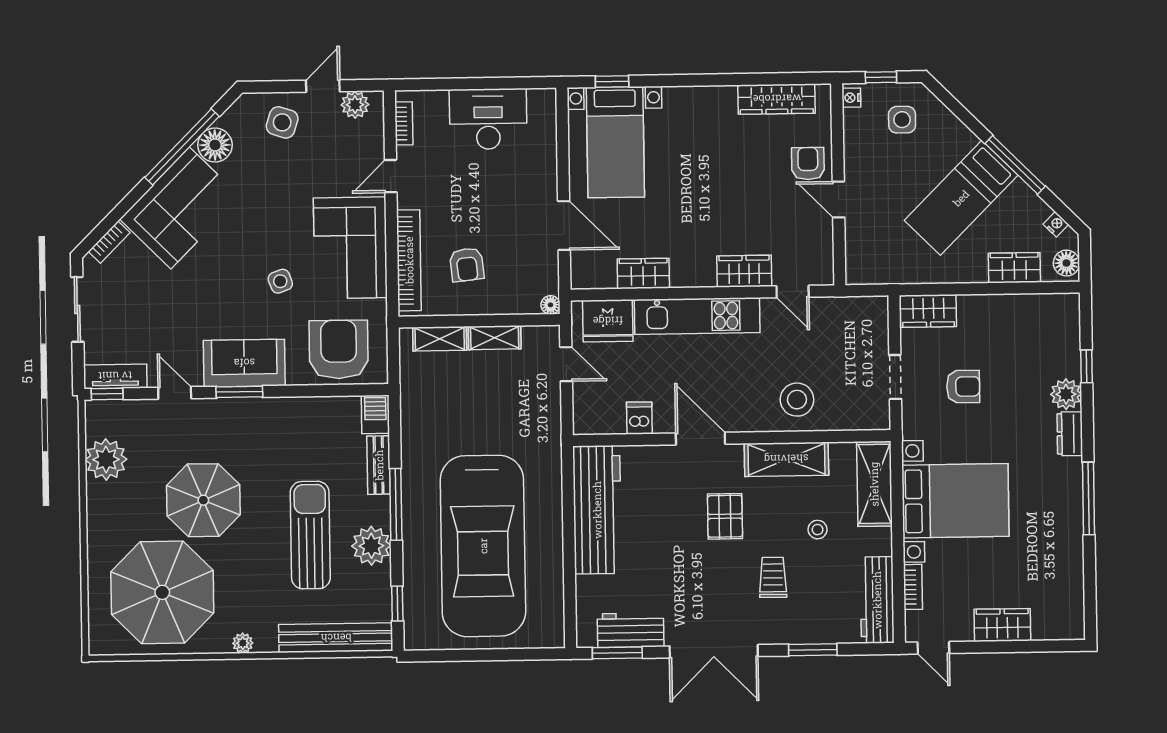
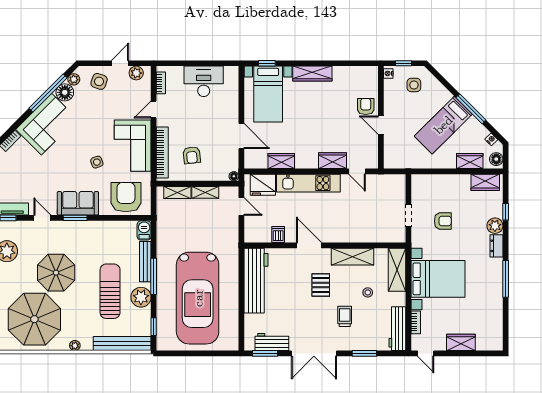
wardrobe: (777, 99) -> (312, 74), moved
plant: (232, 119) -> (74, 79), added
wardrobe: (928, 311) -> (485, 182), moved
stool: (797, 400) -> (358, 226), removed
bench: (379, 465) -> (145, 262), width x1.36

